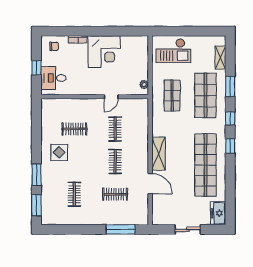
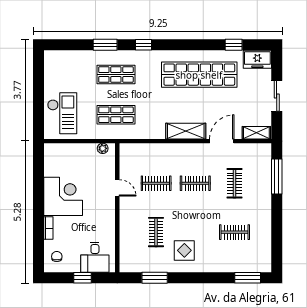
shelving: (220, 58) -> (256, 133), moved
shop shelf: (206, 96) -> (116, 75), width x0.70, depth x0.74
window: (230, 146) -> (234, 45), moved
window: (36, 175) -> (155, 278), moved

